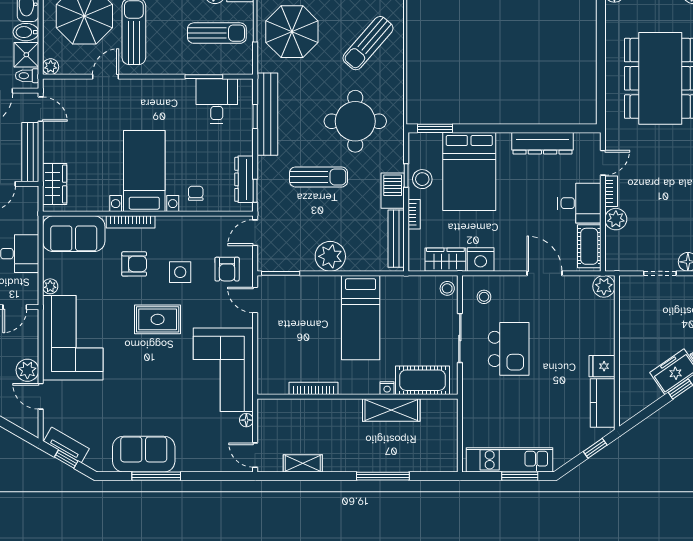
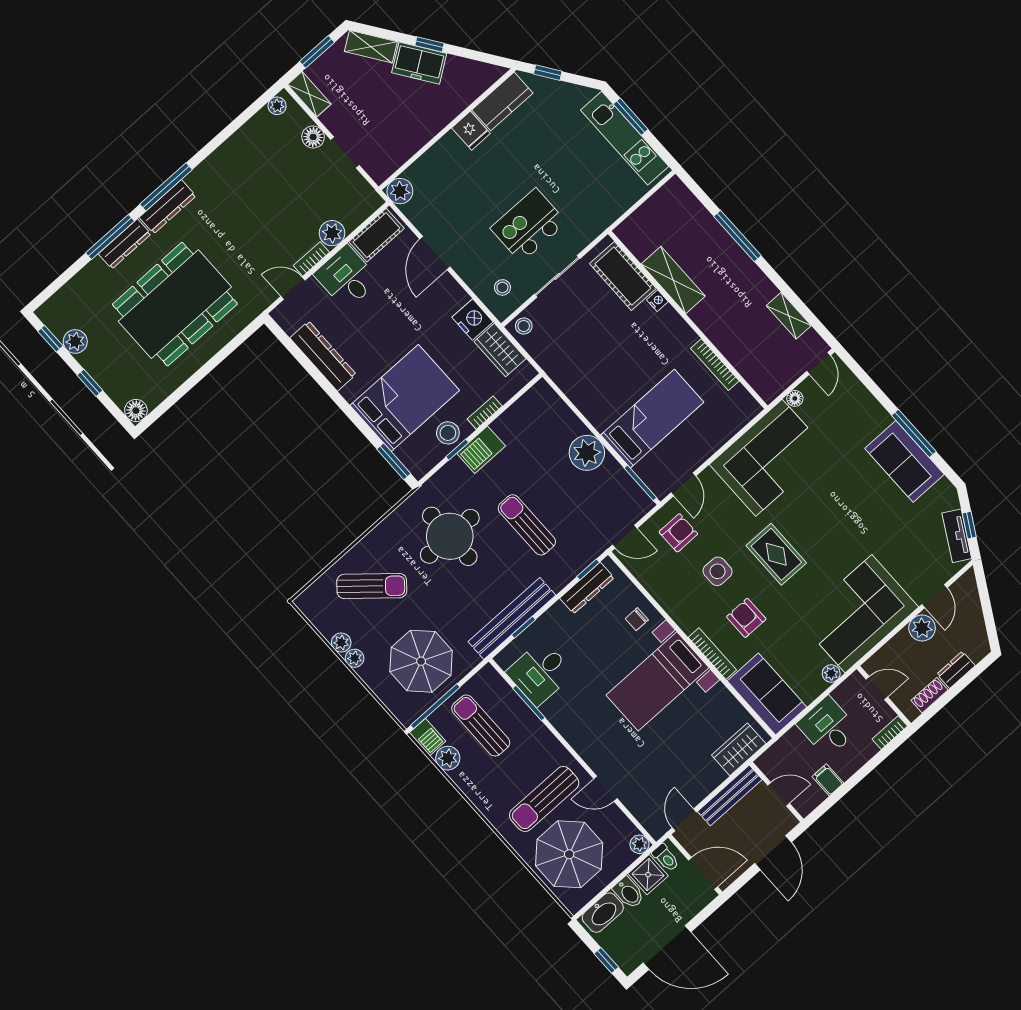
bench: (396, 239) -> (520, 409), removed
bed: (361, 318) -> (652, 419), moved

